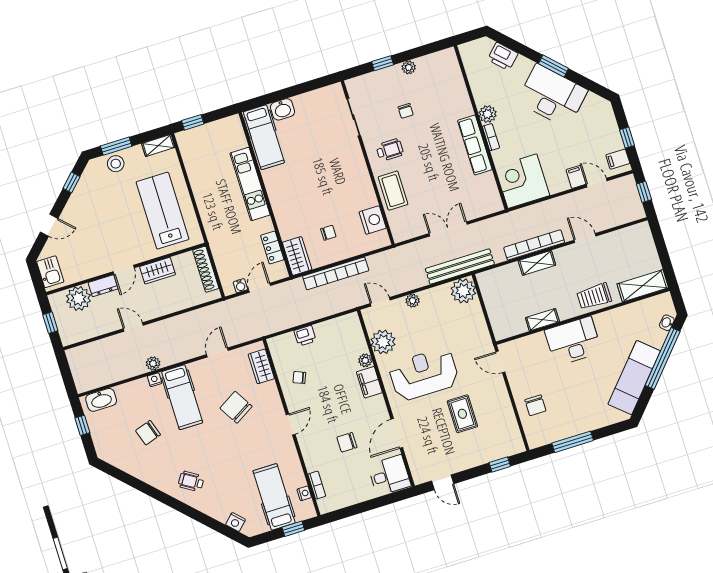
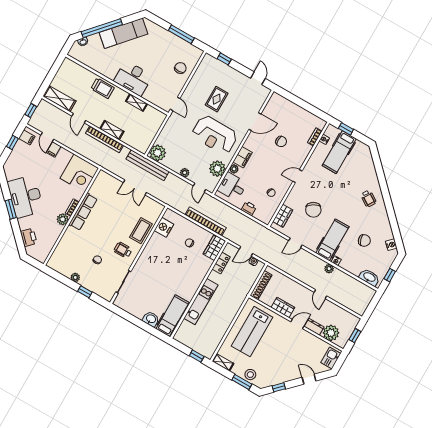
shelving: (643, 286) -> (59, 99), moved
desk: (389, 475) -> (232, 186), moved
nightstand: (236, 522) -> (391, 245), moved

